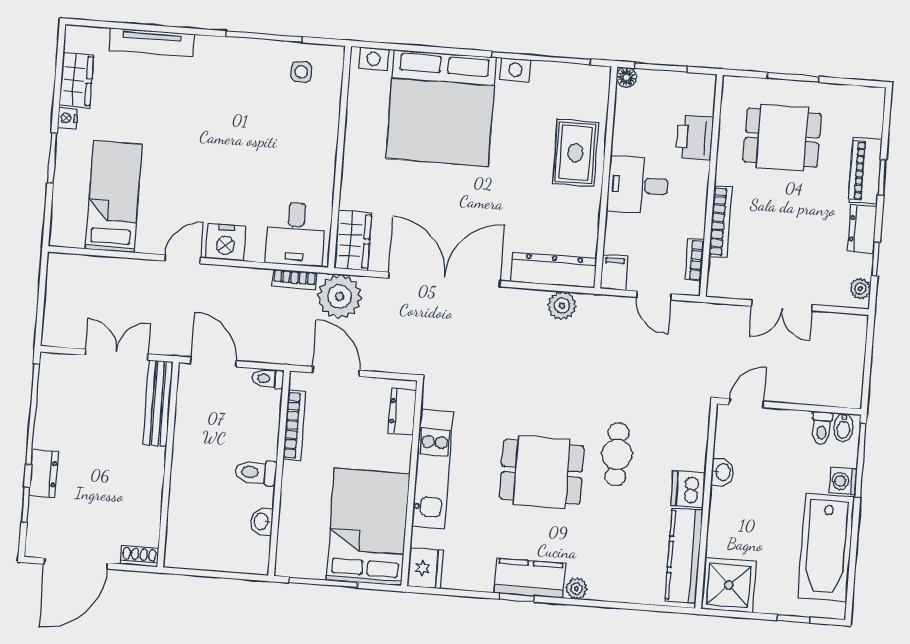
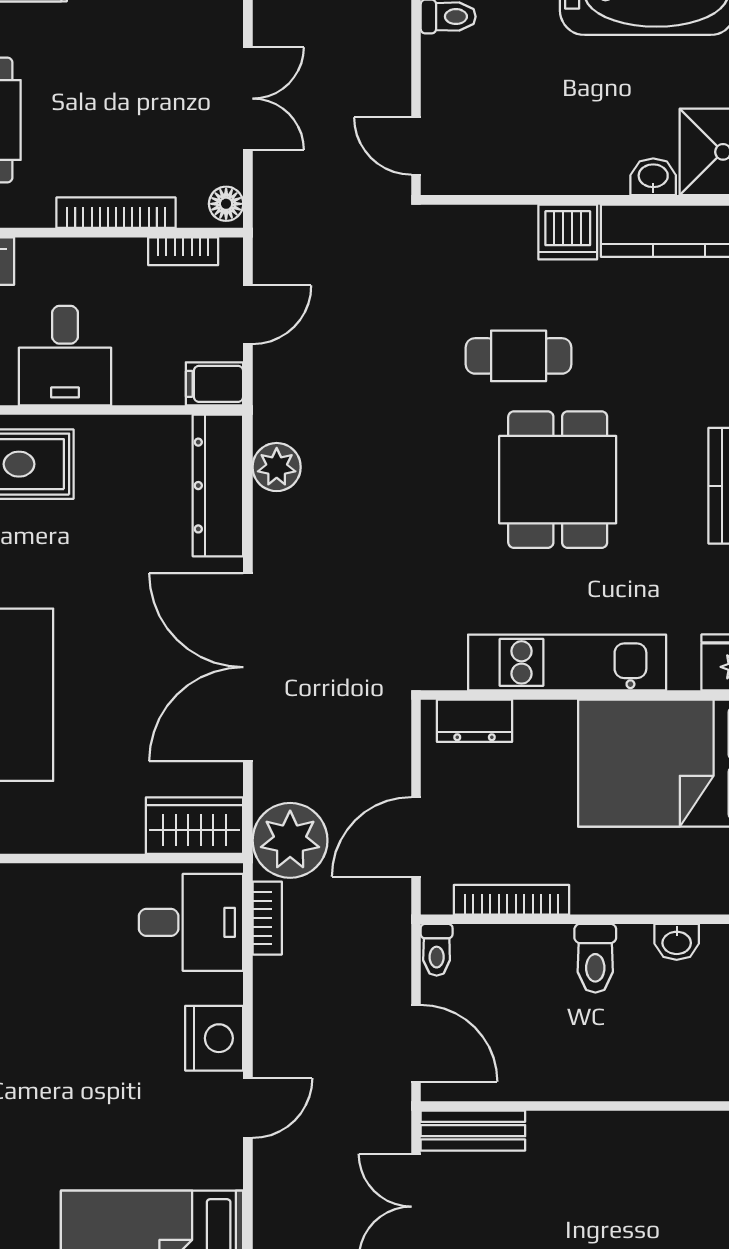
door: (183, 259) -> (248, 1108), swing flipped
floor lamp: (721, 288) -> (226, 204), added
door: (213, 362) -> (416, 1043), swing flipped
bench: (158, 403) -> (473, 1131), width x0.73
washbasin: (722, 472) -> (653, 177), moved

